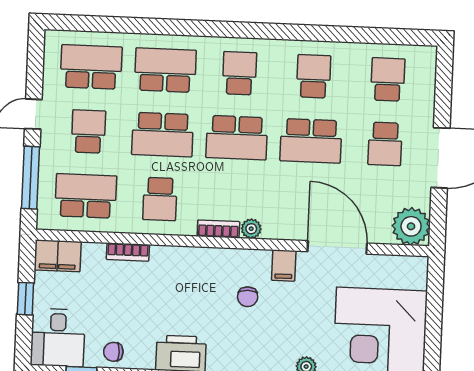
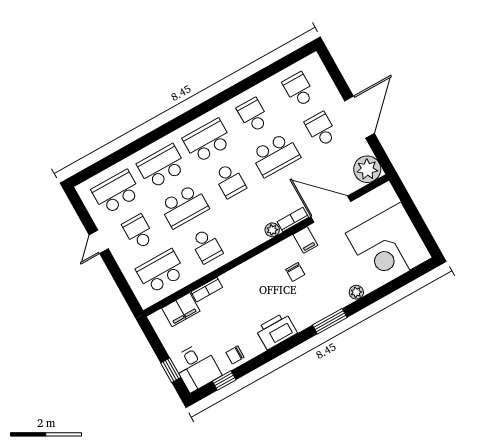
school desk: (239, 73) -> (207, 141), width x1.85
school desk: (237, 138) -> (230, 181), width x0.54
school desk: (385, 144) -> (321, 129), turned 180
window: (30, 178) -> (121, 281), removed
bookcase: (218, 229) -> (293, 220), moved
filing cabinet: (58, 256) -> (181, 310), moved
window: (25, 299) -> (171, 370), moved

